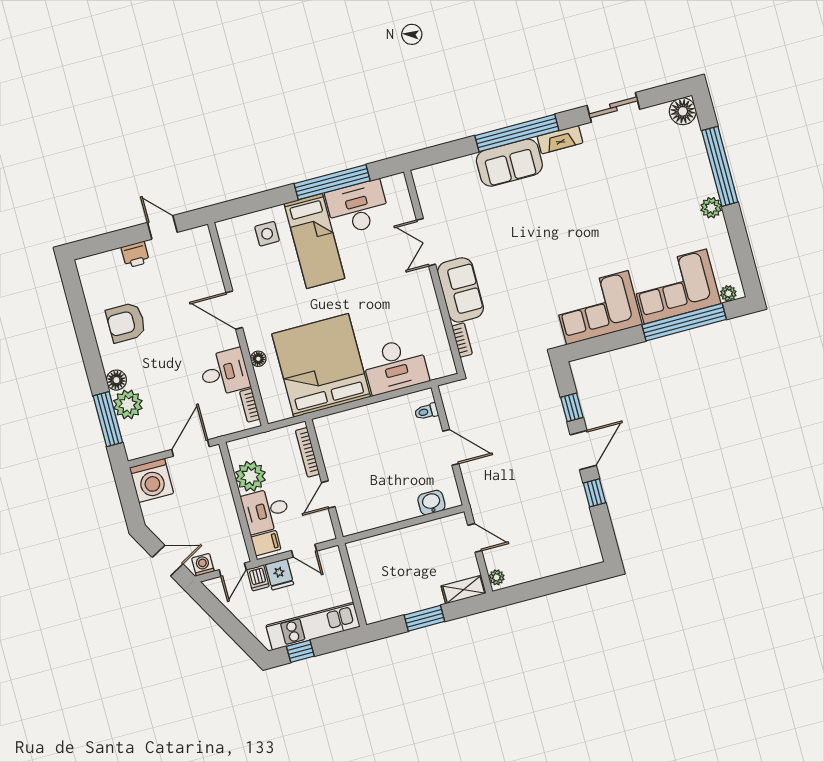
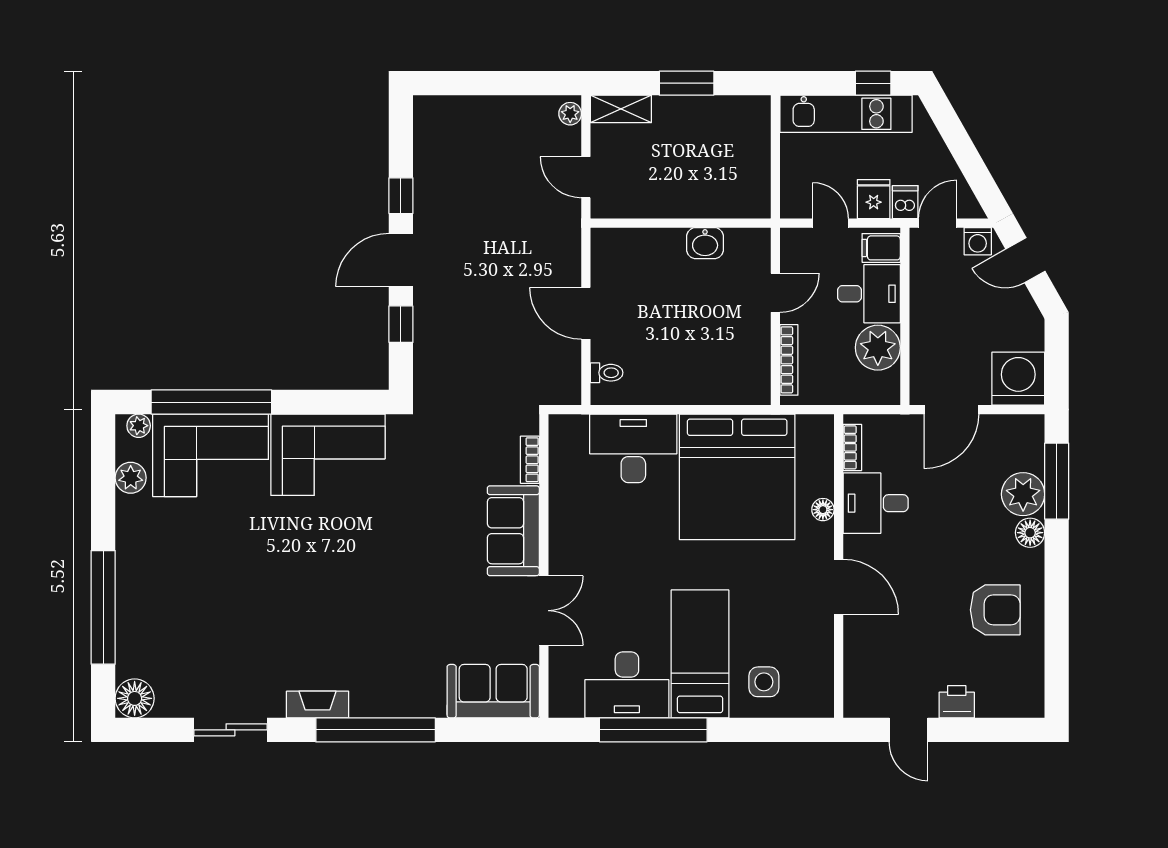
sofa: (509, 163) -> (493, 691), moved
plant: (711, 208) -> (131, 478), moved
washbasin: (431, 503) -> (705, 243), moved

